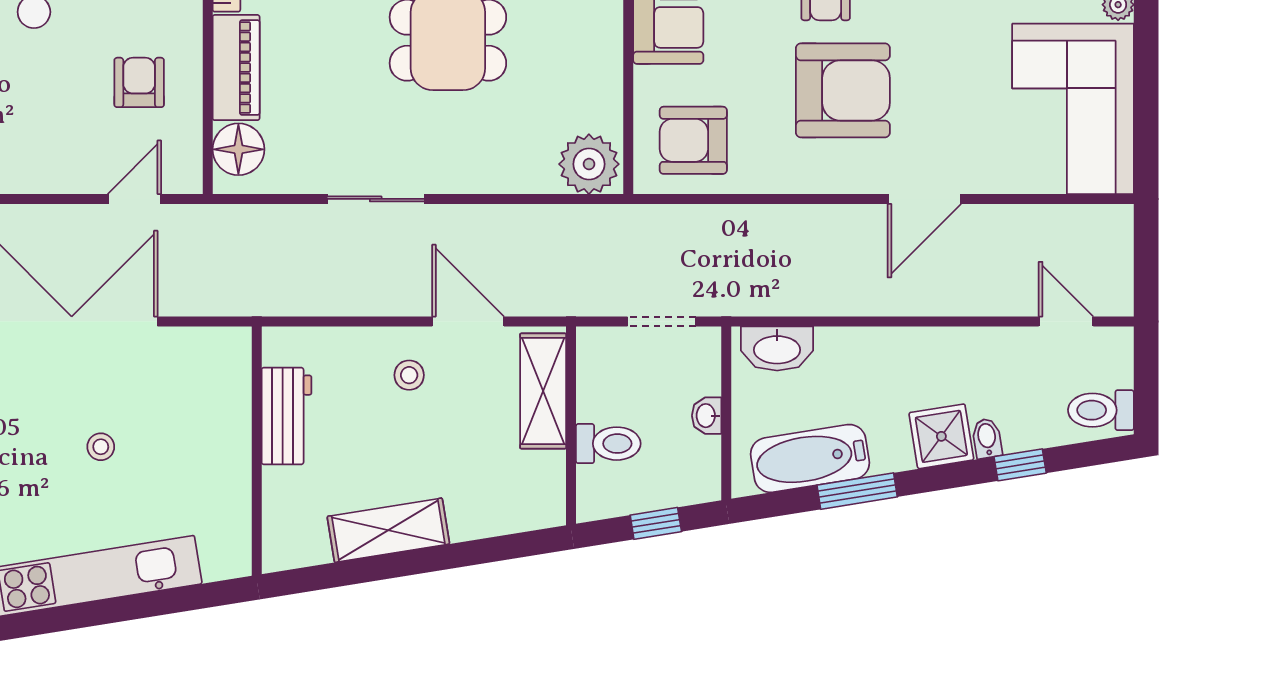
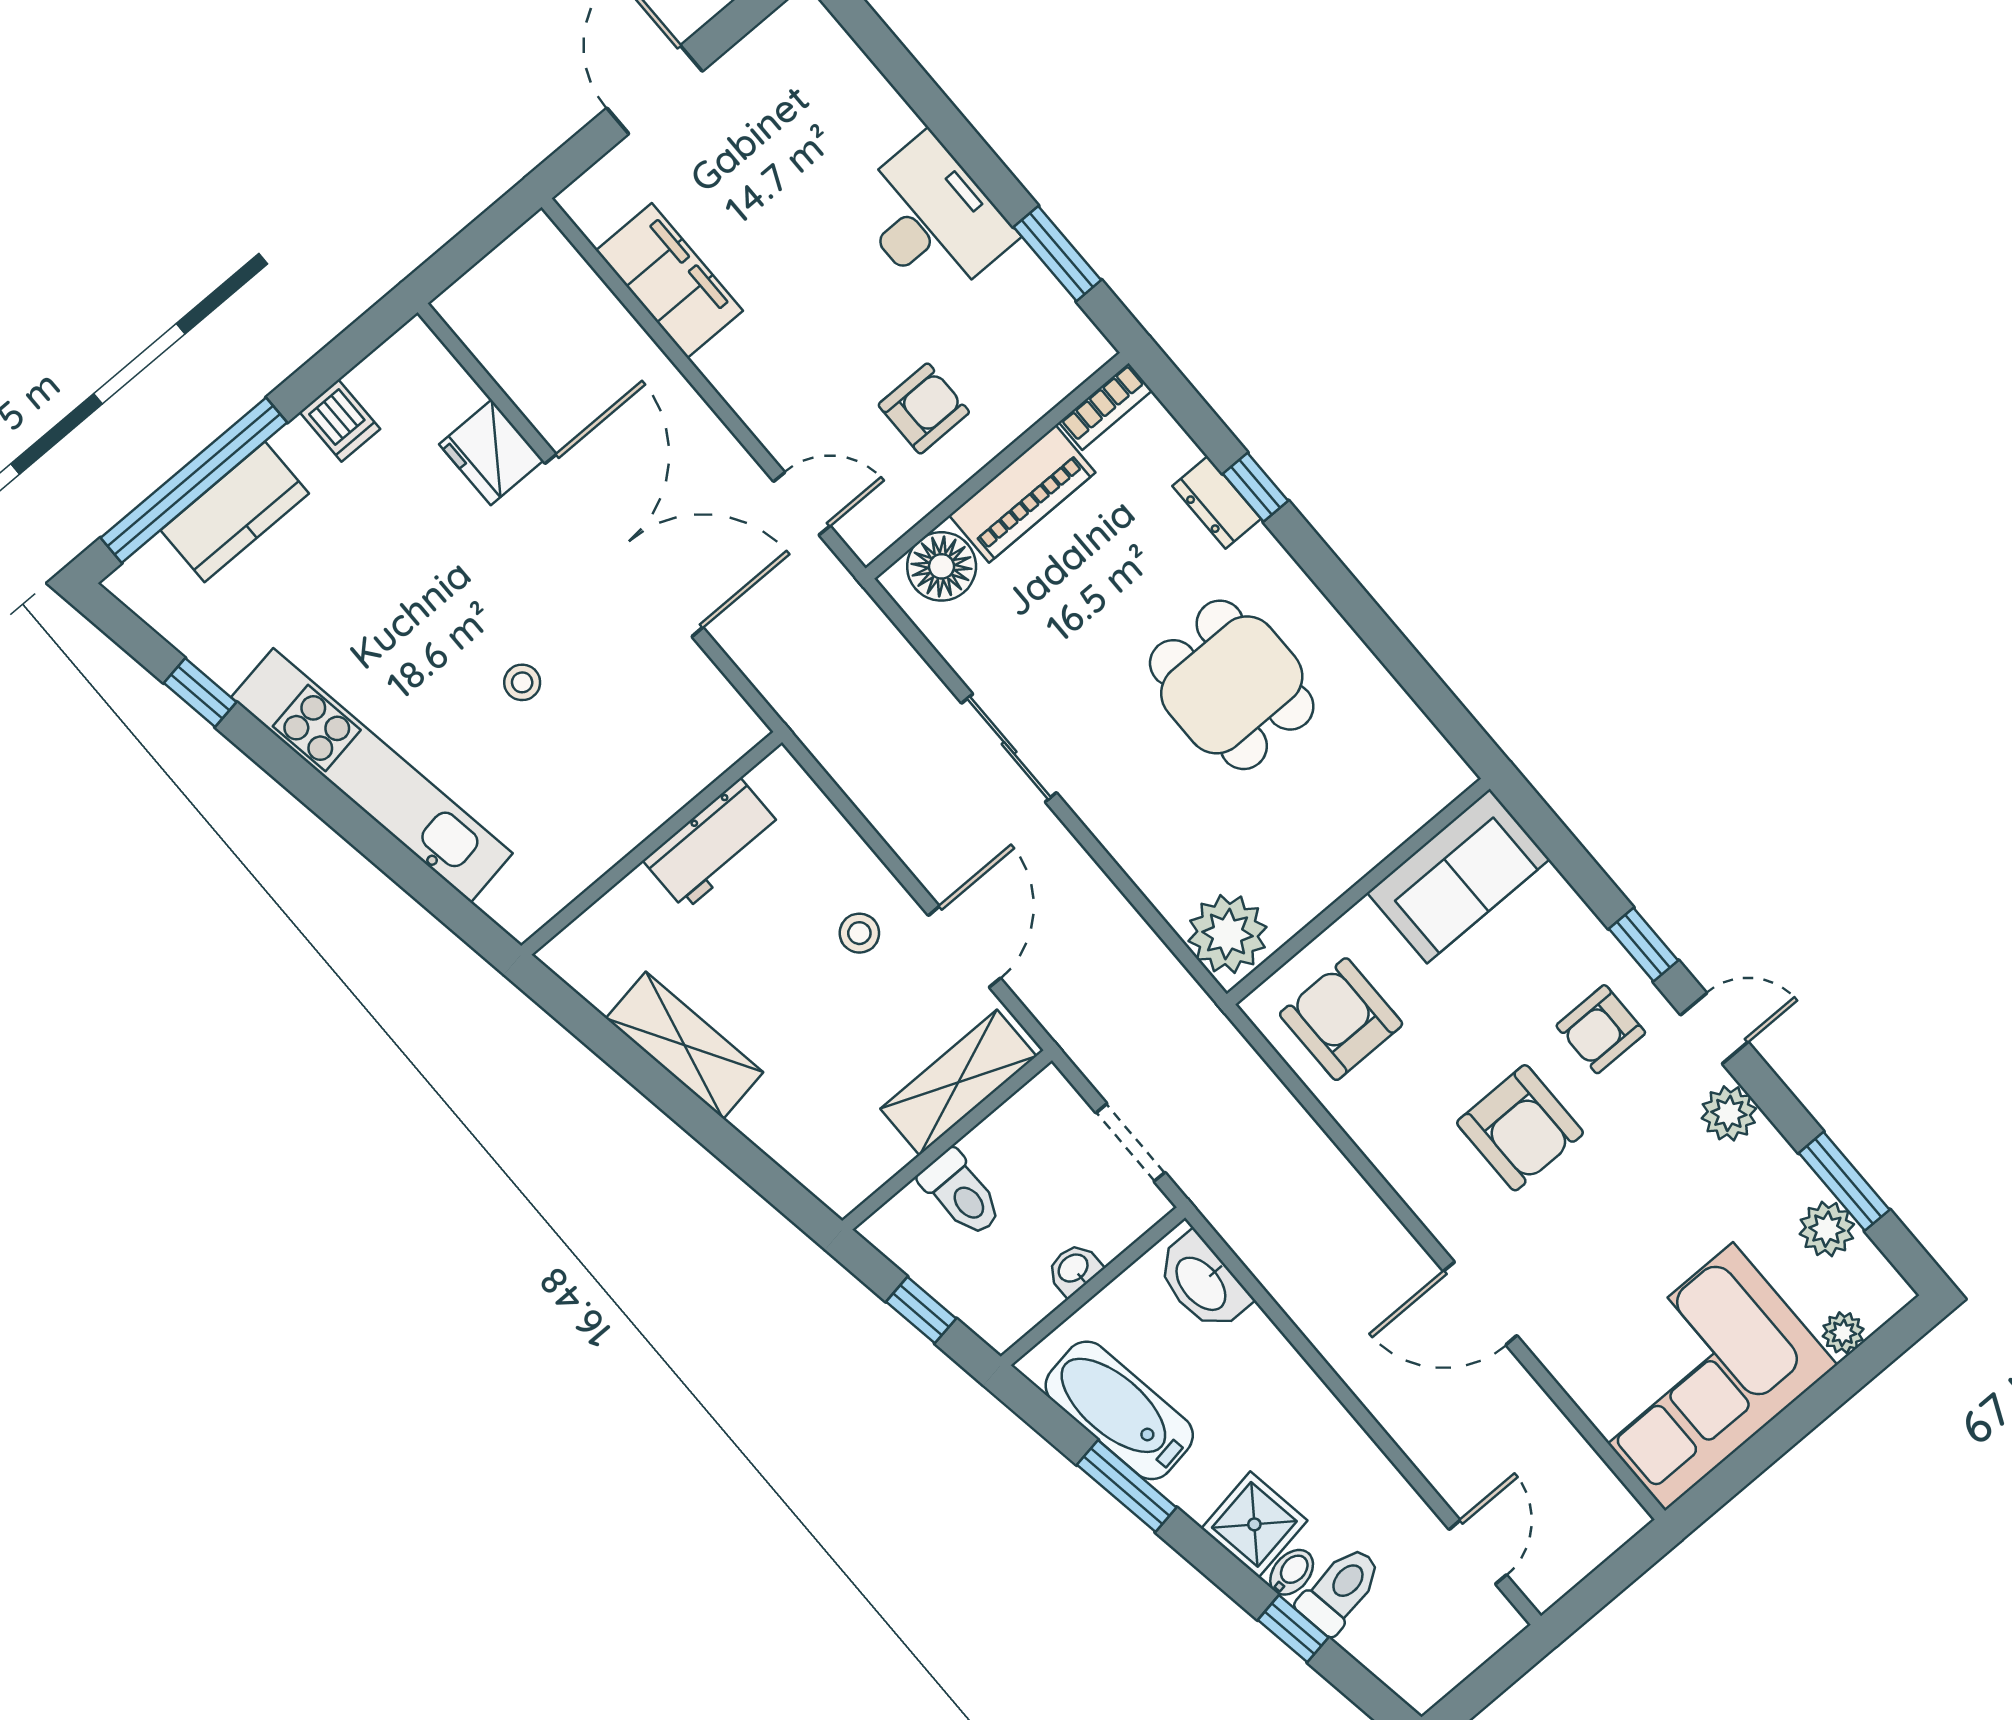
armchair: (843, 90) -> (1520, 1128), width x0.73, depth x0.73
toilet: (1101, 410) -> (1340, 1590), moved, turned 81

